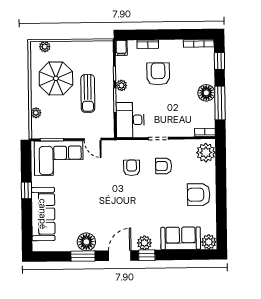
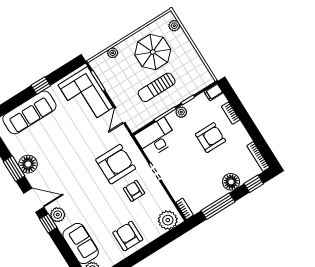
floor lamp: (206, 93) -> (231, 182), moved
armchair: (132, 168) -> (116, 164), width x1.88, depth x1.88

